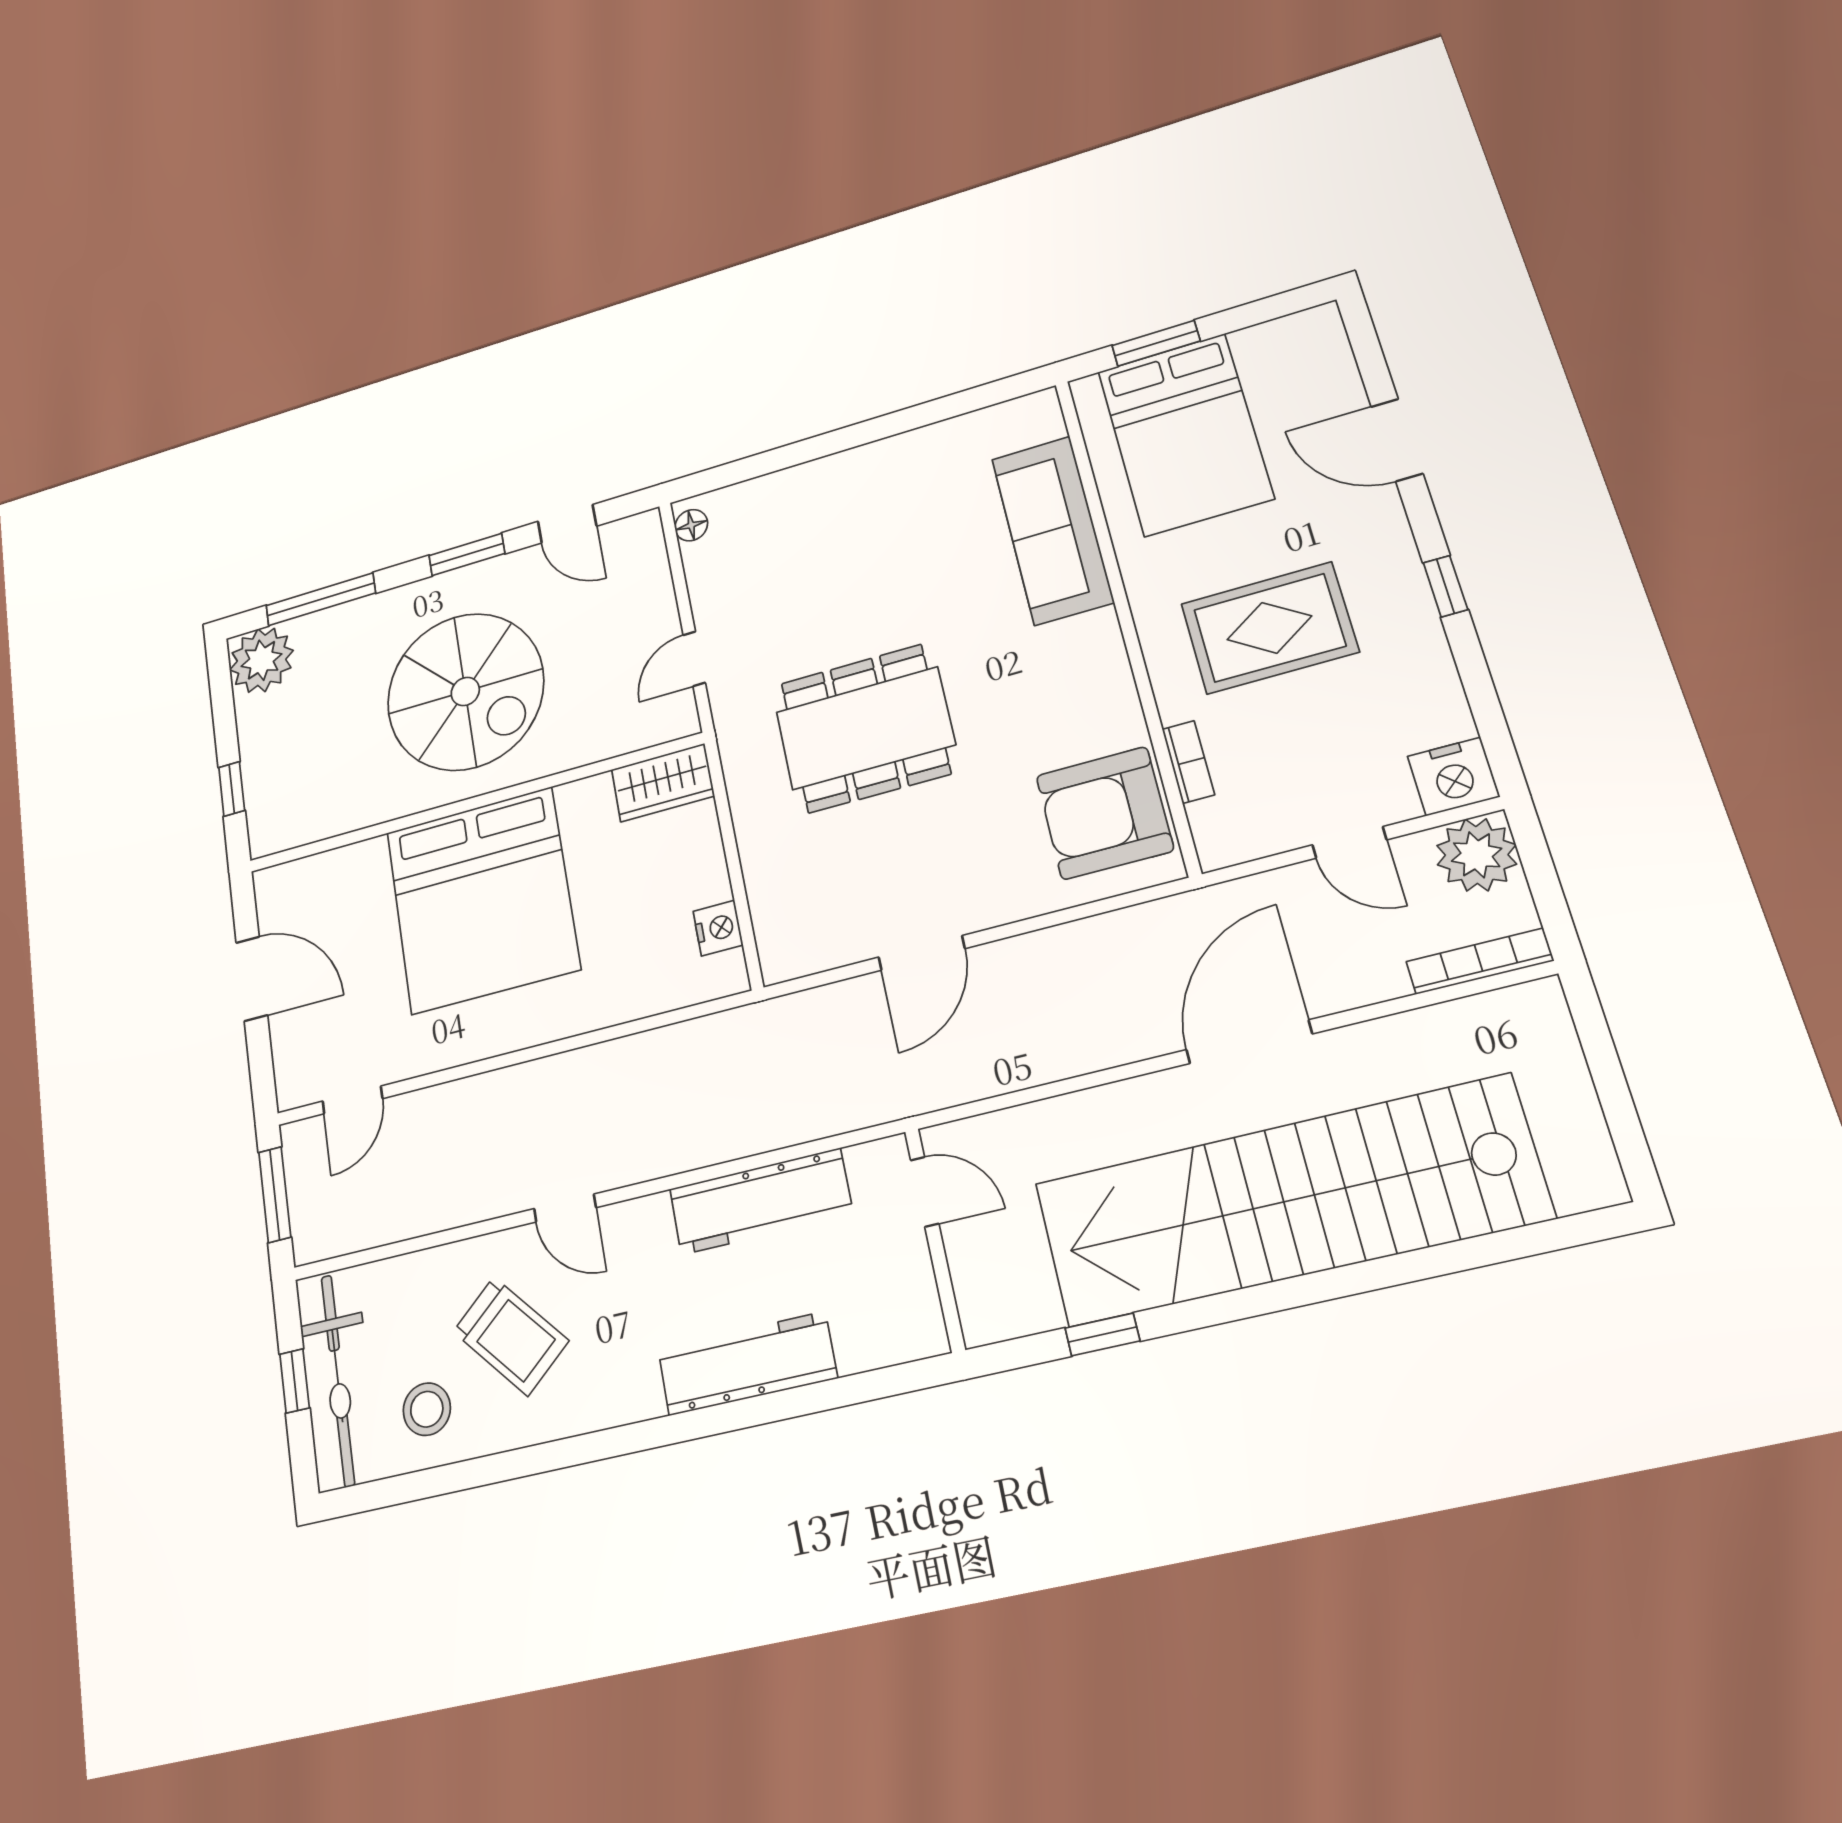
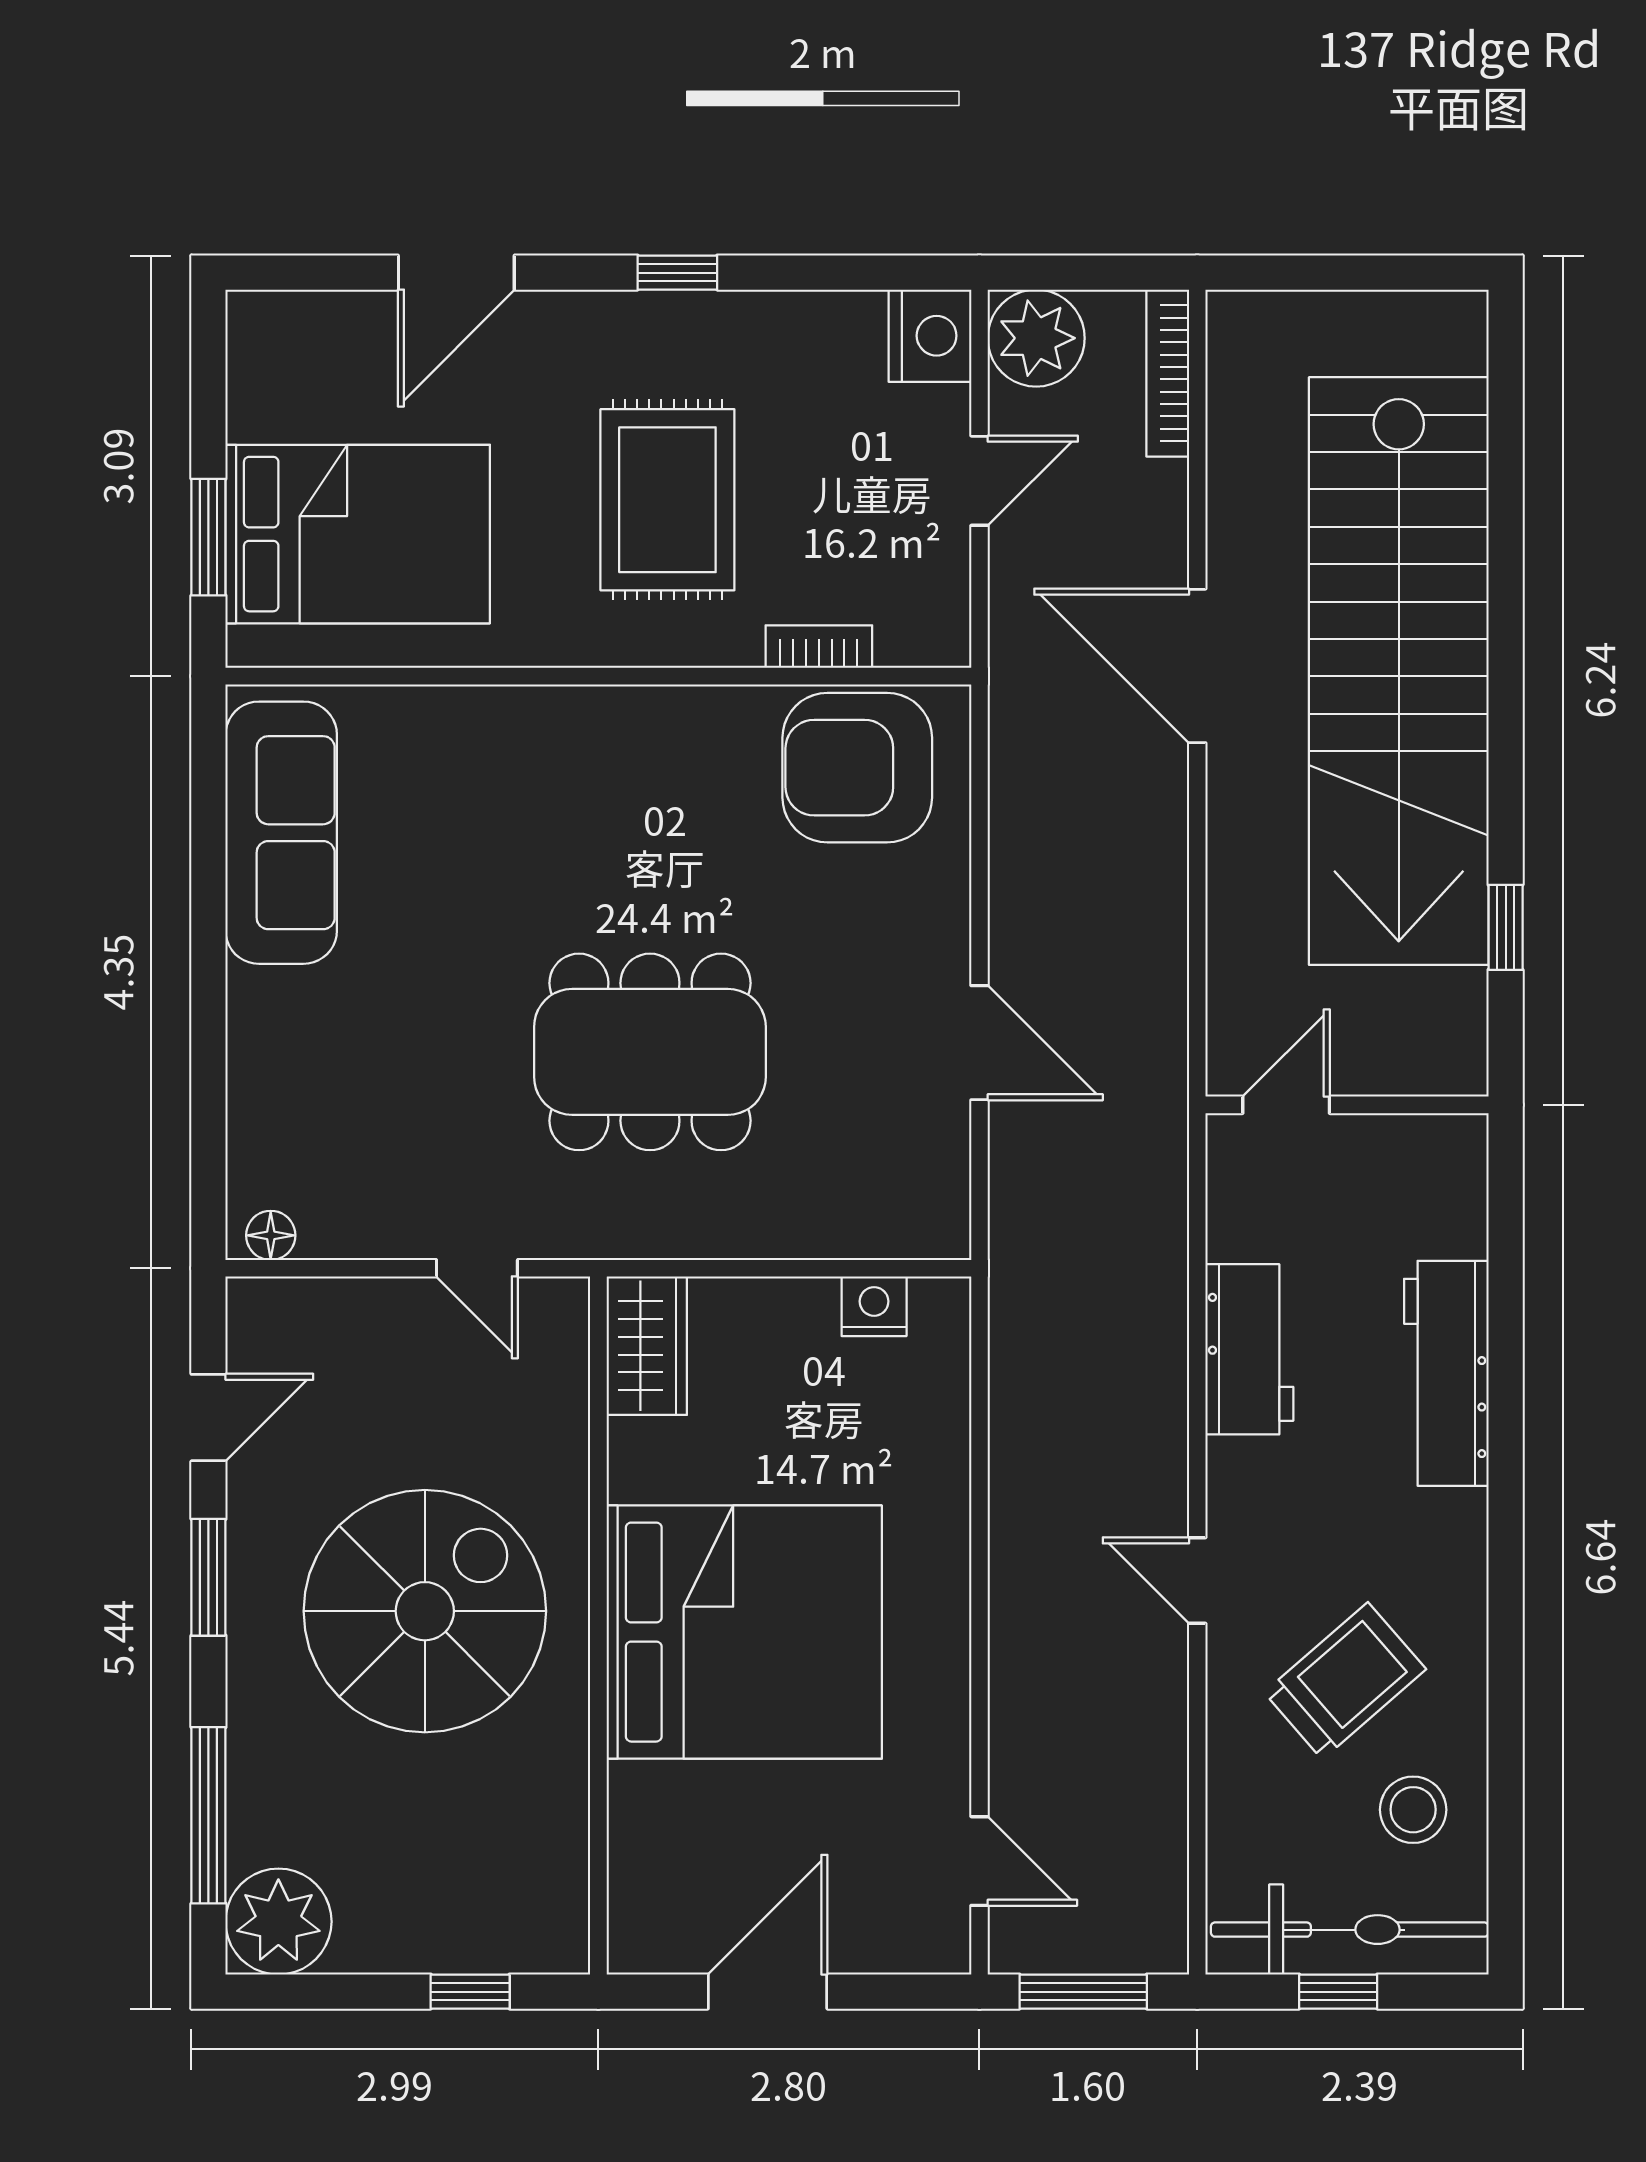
sofa: (1052, 530) -> (281, 833), moved, turned -90
dining table: (865, 728) -> (650, 1052), turned 90
armchair: (1104, 813) -> (857, 768), turned 90
workbench: (761, 1202) -> (1249, 1349), width x0.73
door: (565, 1208) -> (1197, 1581), swing flipped

